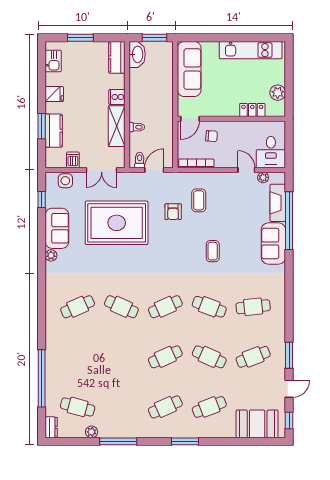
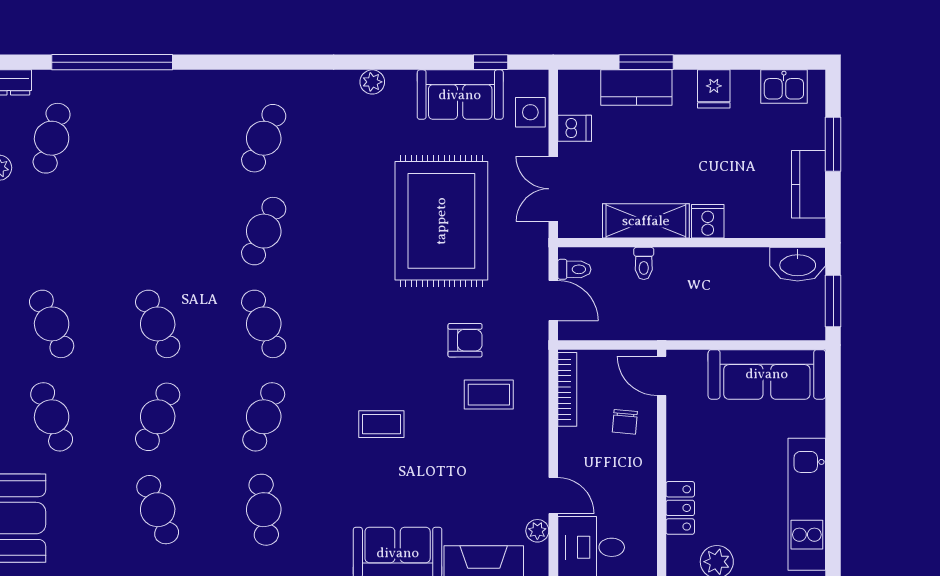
kitchen counter: (117, 57) -> (809, 184), moved, turned -90
door: (246, 170) -> (553, 496), hinge flipped
armchair: (173, 212) -> (465, 340), turned 180
sofa: (57, 228) -> (460, 95), moved
cafe table: (78, 307) -> (264, 138), turned 48

